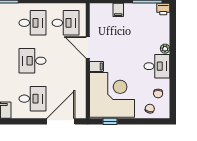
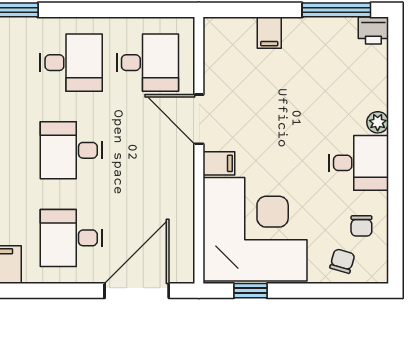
desk: (33, 99) -> (71, 238), turned 180

